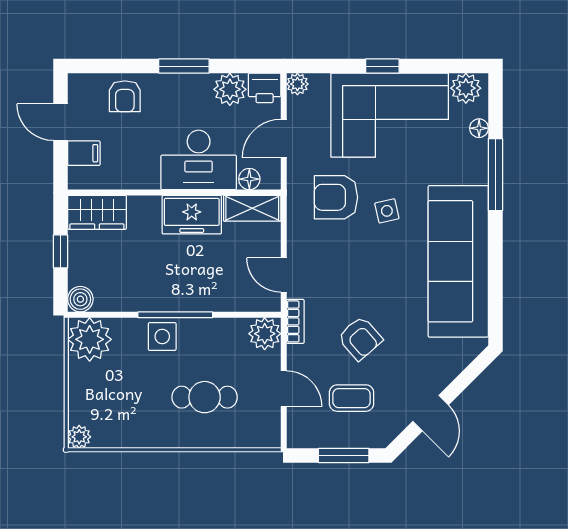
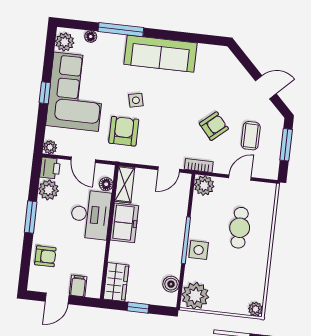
armchair: (336, 197) -> (124, 131), turned 180
sofa: (458, 261) -> (160, 54), width x0.74, depth x0.79
boiler: (80, 299) -> (171, 284), moved

